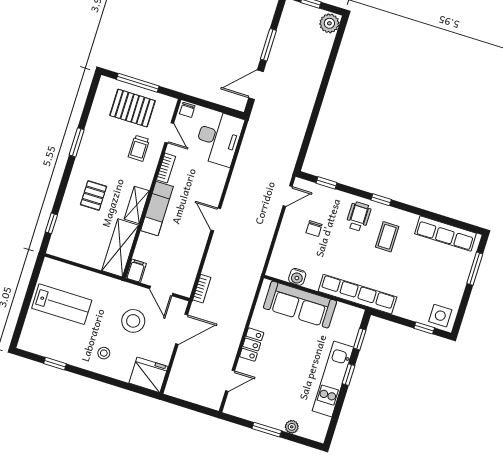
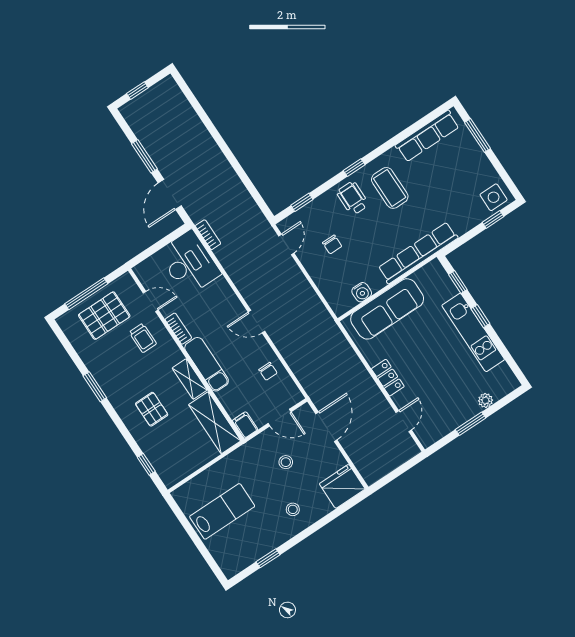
plant: (329, 23) -> (168, 90), removed
chair: (187, 110) -> (268, 371), moved
coffee table: (387, 237) -> (390, 188), width x1.36, depth x1.30
bookcase: (202, 289) -> (208, 235), moved
stool: (133, 321) -> (286, 462), width x0.53, depth x0.53

